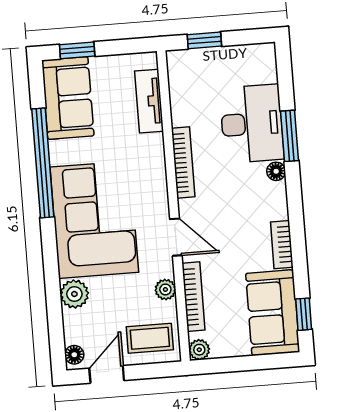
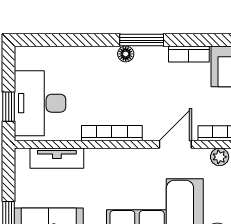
desk: (252, 124) -> (40, 103), moved, turned -90
window: (290, 136) -> (142, 40), moved

